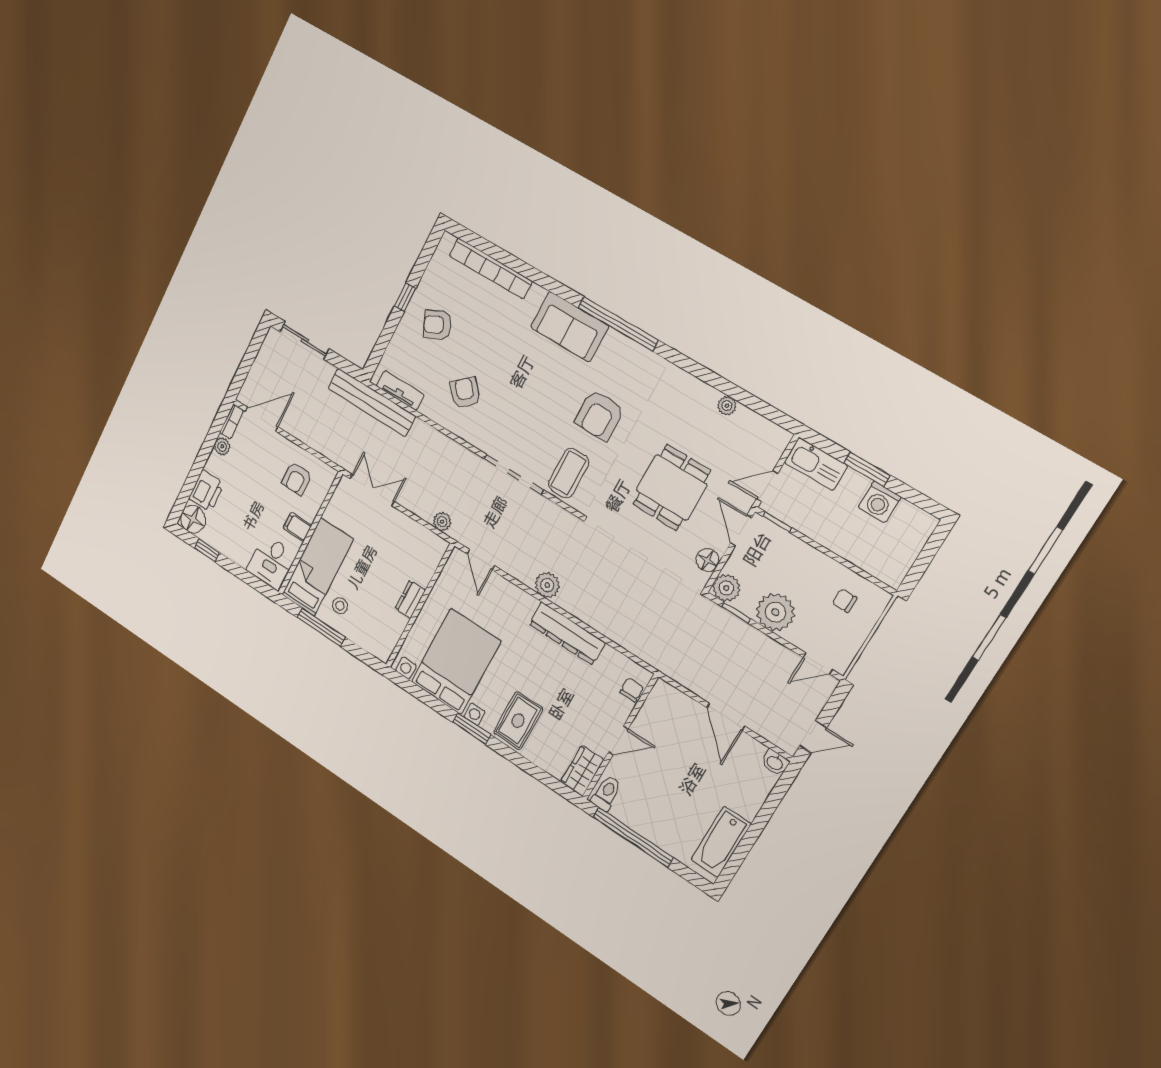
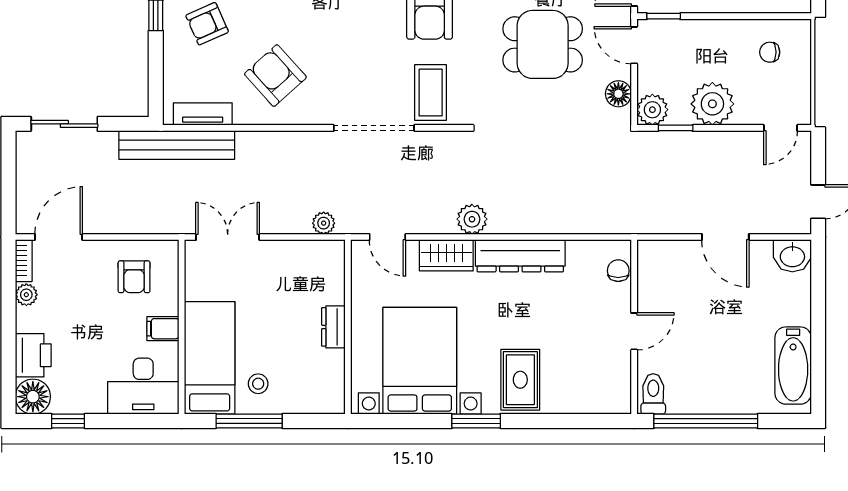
armchair: (465, 393) -> (275, 76), width x1.38, depth x1.38
dining table: (672, 487) -> (543, 44), turned 90
desk: (271, 562) -> (143, 386), width x1.37
washbasin: (775, 762) -> (792, 256), width x1.38, depth x1.45
wardrobe: (582, 771) -> (446, 255), moved, turned -90

